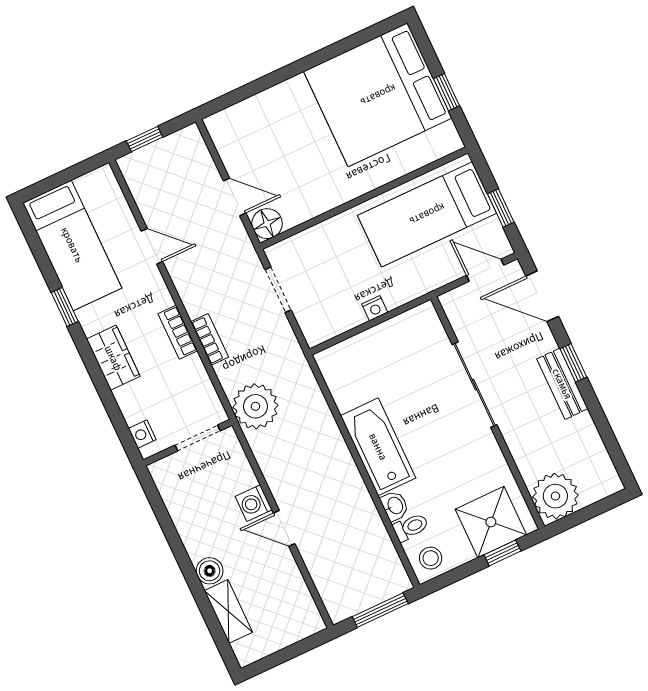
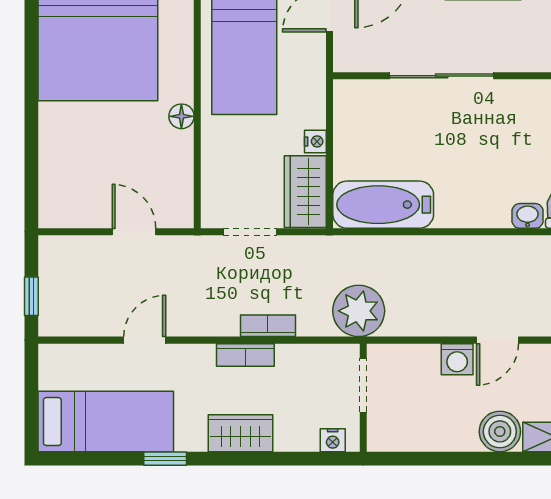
door: (235, 197) -> (134, 232), hinge flipped
floor lamp: (267, 224) -> (181, 116), moved, width x0.73, depth x0.73
wardrobe: (331, 319) -> (305, 192), added
bathtub: (378, 447) -> (383, 205), moved
boiler: (210, 571) -> (500, 431), width x1.36, depth x1.36

